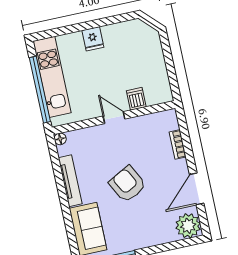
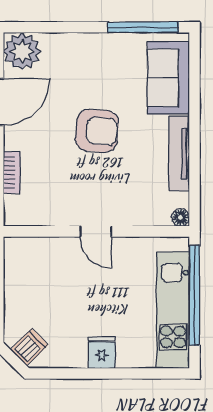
dishwasher: (136, 99) -> (29, 347), moved, turned -135
armchair: (128, 184) -> (97, 131), turned -57

